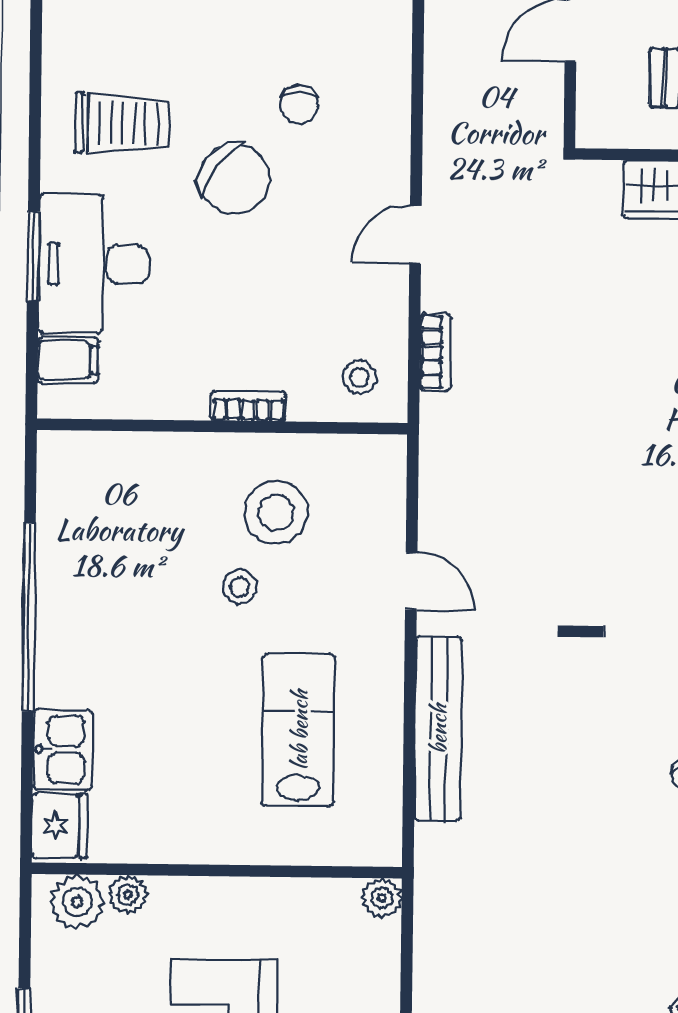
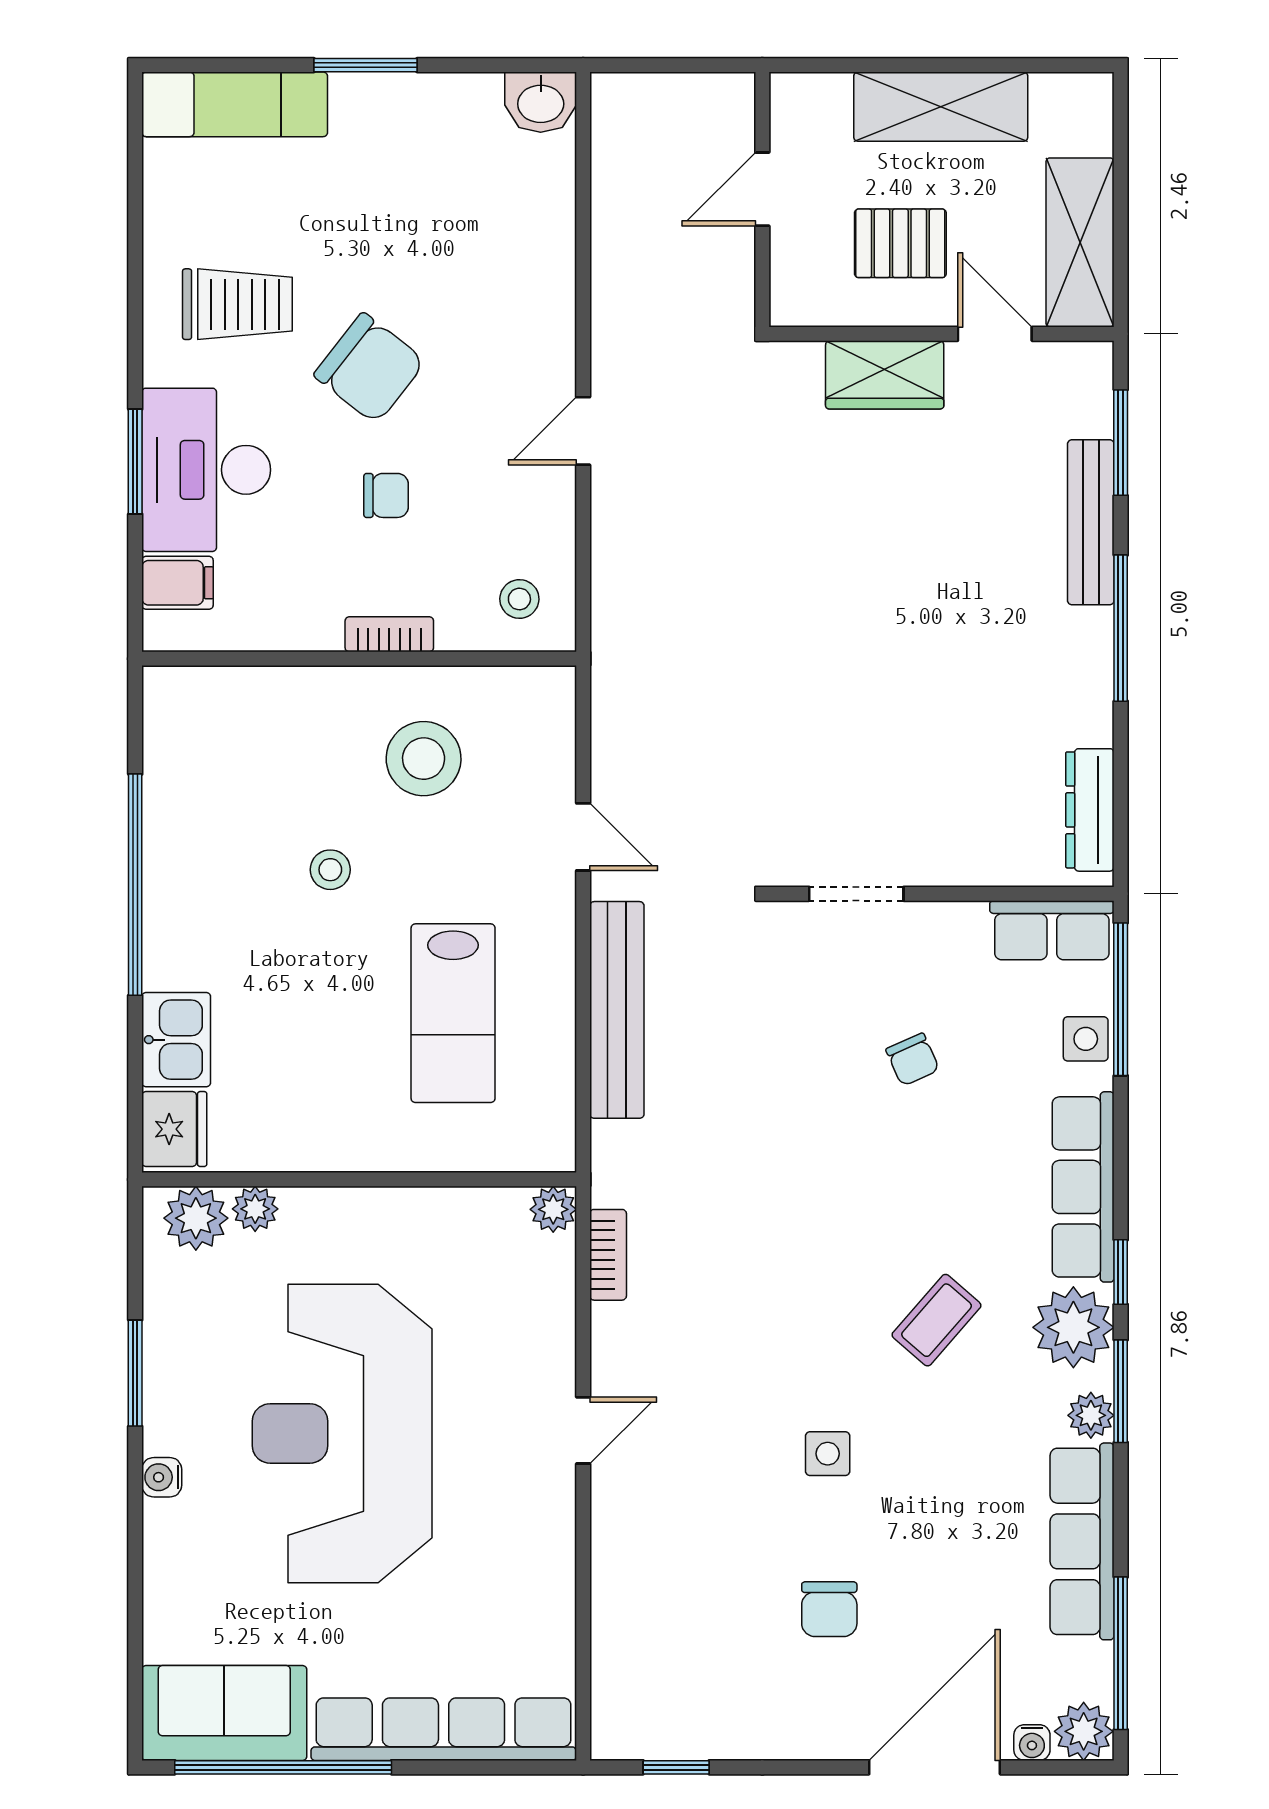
chair: (299, 104) -> (386, 495), moved, turned -90
bookcase: (435, 352) -> (608, 1255), moved
stool: (240, 587) -> (330, 870), moved
lab bench: (299, 730) -> (453, 1013), turned 180

